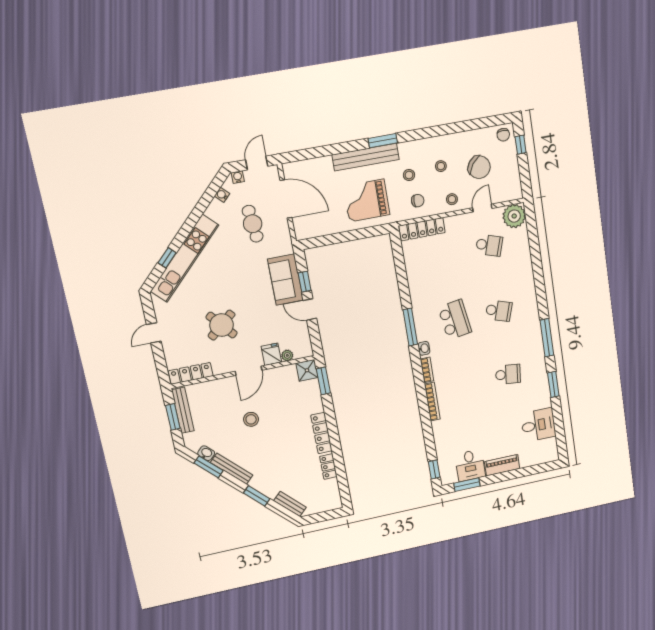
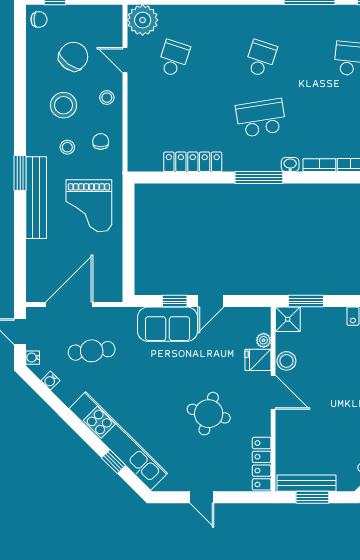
stool: (441, 166) -> (63, 105), width x1.89, depth x1.89
locker: (422, 229) -> (193, 162), moved, turned -90
round table: (222, 325) -> (209, 414), turned -35
stool: (251, 419) -> (286, 361), moved

